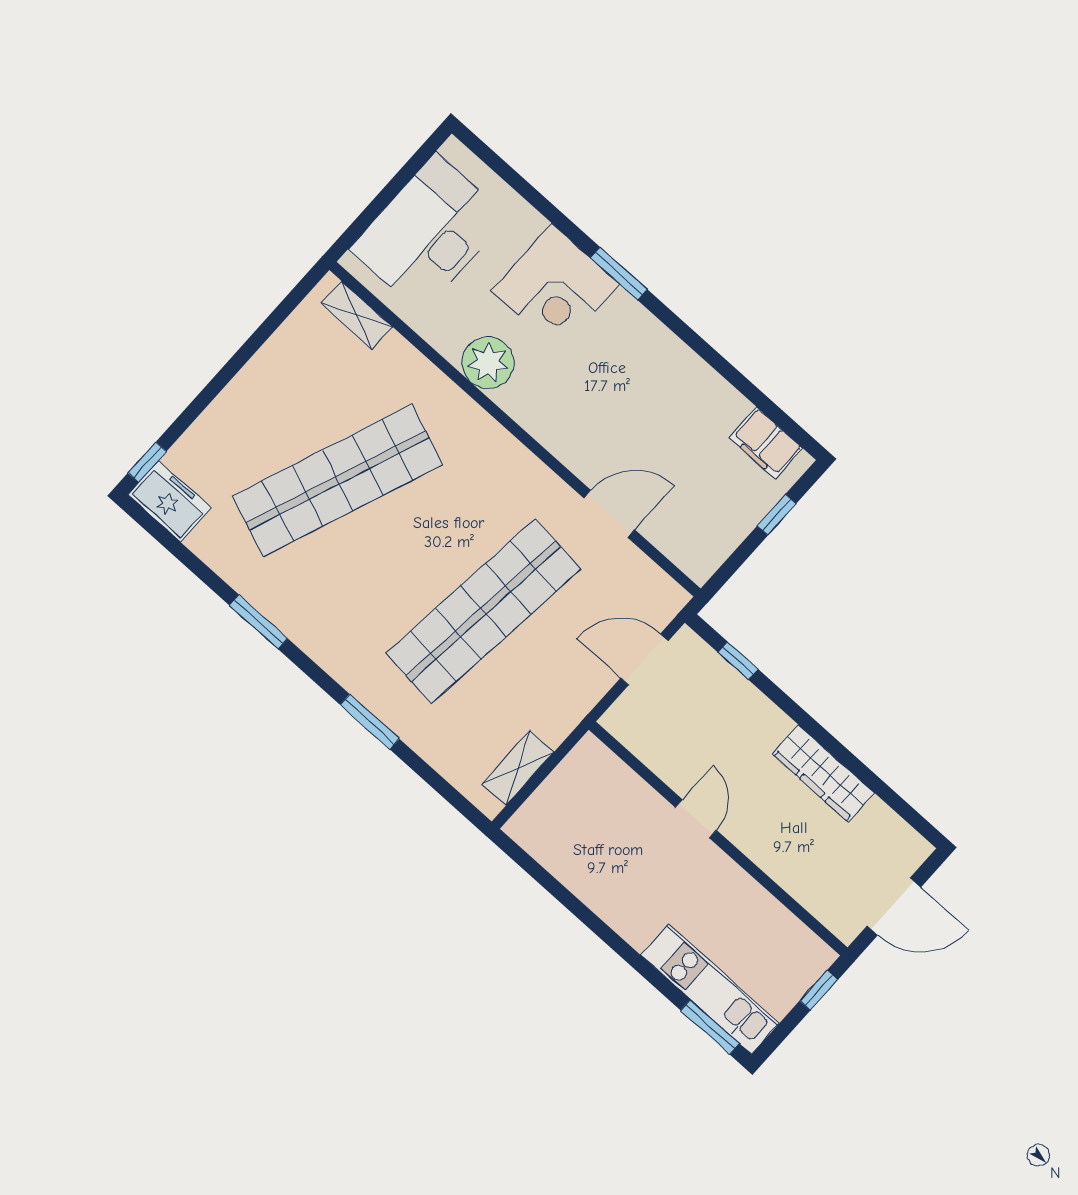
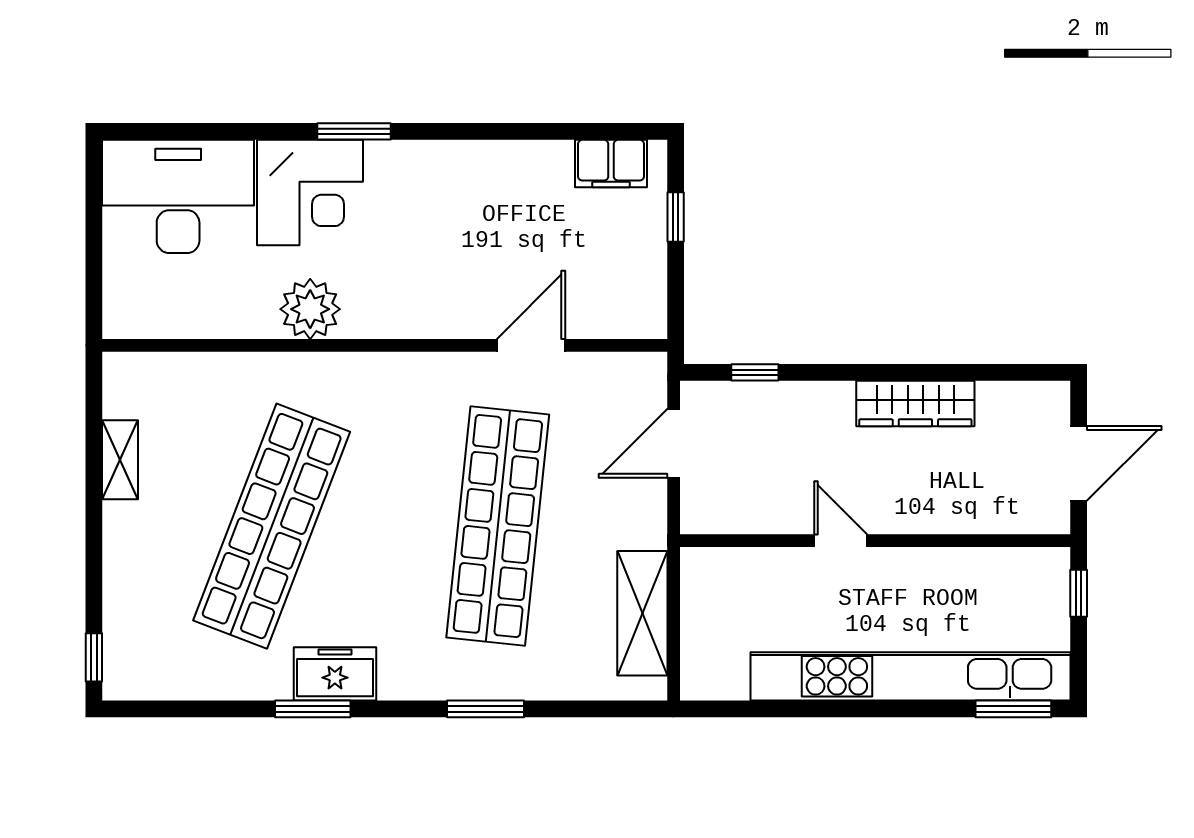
desk: (429, 233) -> (178, 196), moved, turned 90
shelving: (356, 315) -> (120, 460), moved, turned 90
freezer: (169, 501) -> (335, 674), moved
shelving: (518, 768) -> (642, 613), width x1.50, depth x1.33
kitchen unit: (710, 989) -> (910, 676), width x1.86

